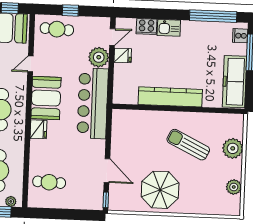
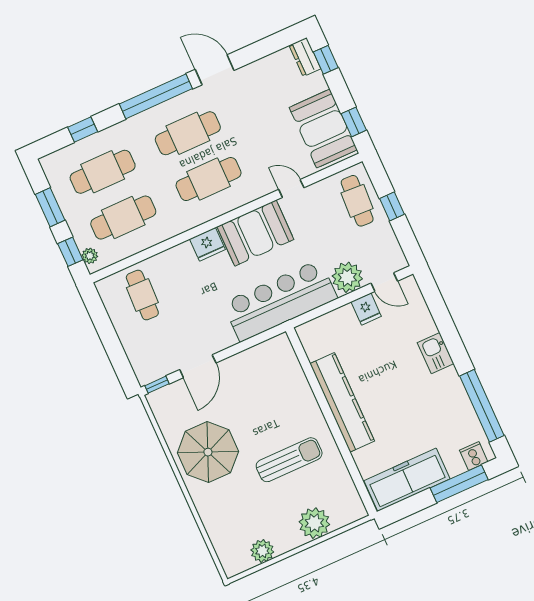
cooker: (147, 27) -> (422, 322), removed
sun lounger: (188, 145) -> (289, 460), turned 64

